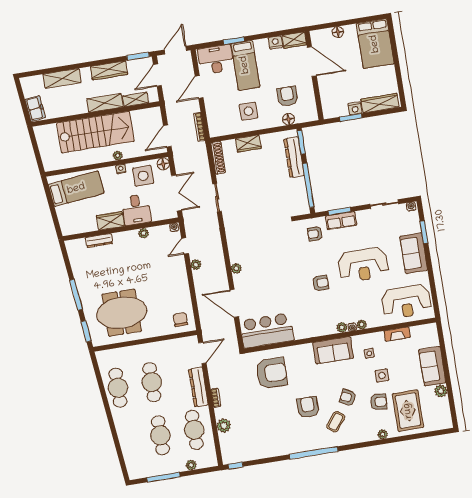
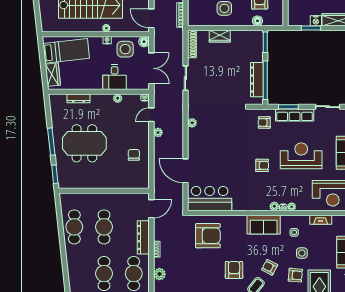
door: (167, 136) -> (151, 18), hinge flipped
dresser: (294, 157) -> (257, 80), moved
wardrobe: (110, 221) -> (53, 75), moved, turned 84
row of seats: (341, 221) -> (295, 115), width x1.48
reception desk: (363, 265) -> (301, 156), turned 180
plant: (236, 268) -> (192, 123), moved
meeting table: (122, 313) -> (84, 143), moved
chair: (180, 319) -> (134, 155), moved

